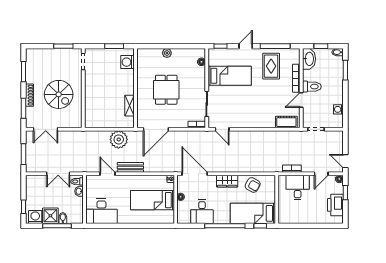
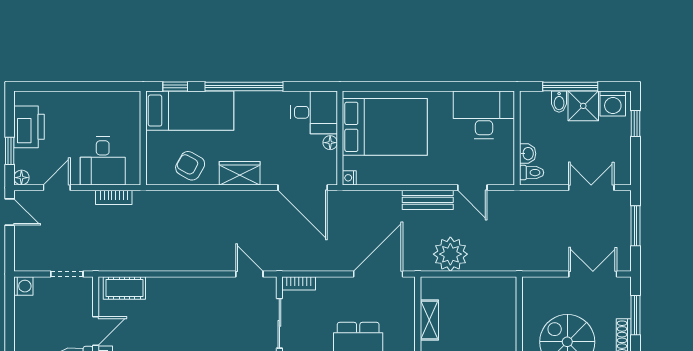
washing machine: (338, 109) -> (23, 286), moved
double door: (58, 174) -> (591, 188), moved
bed: (152, 200) -> (385, 127), width x1.50
desk: (202, 212) -> (314, 112), moved, turned 90

